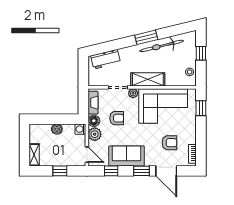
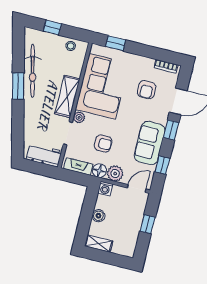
workbench: (106, 59) -> (44, 155), moved, turned -76
armchair: (117, 118) -> (103, 143), turned 90
armchair: (169, 143) -> (147, 90), turned 180
shelving: (34, 155) -> (99, 244), moved

